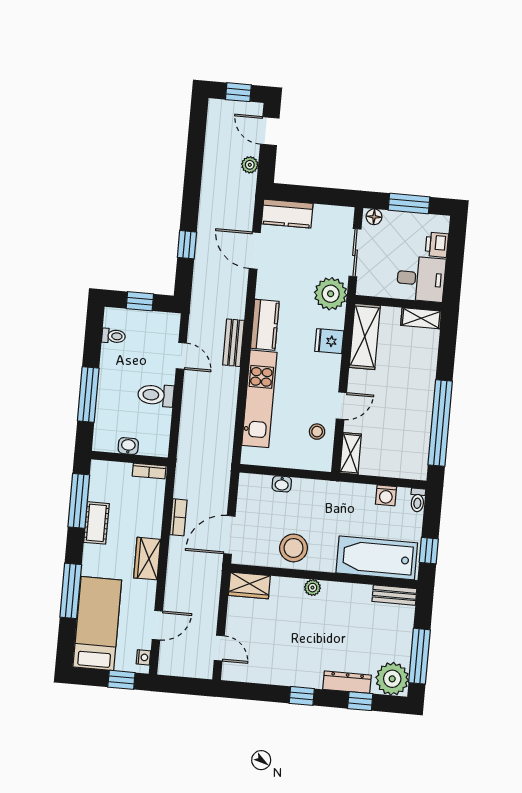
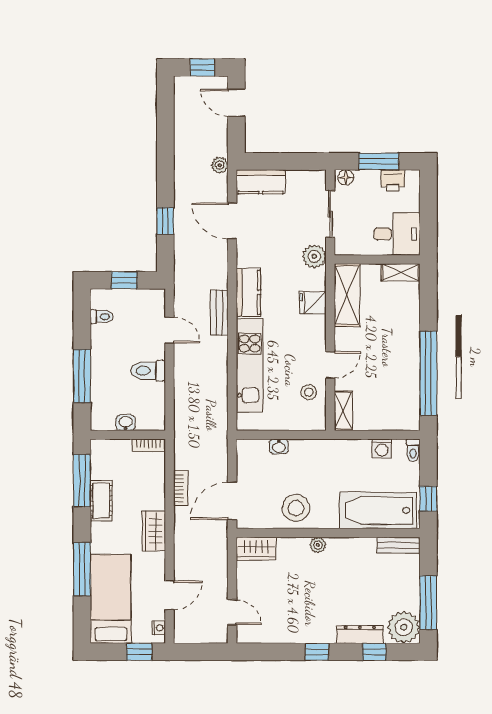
plant: (250, 165) -> (220, 165), moved
printer: (437, 245) -> (393, 180), moved, turned -90
plant: (331, 294) -> (314, 256), width x0.73, depth x0.73

